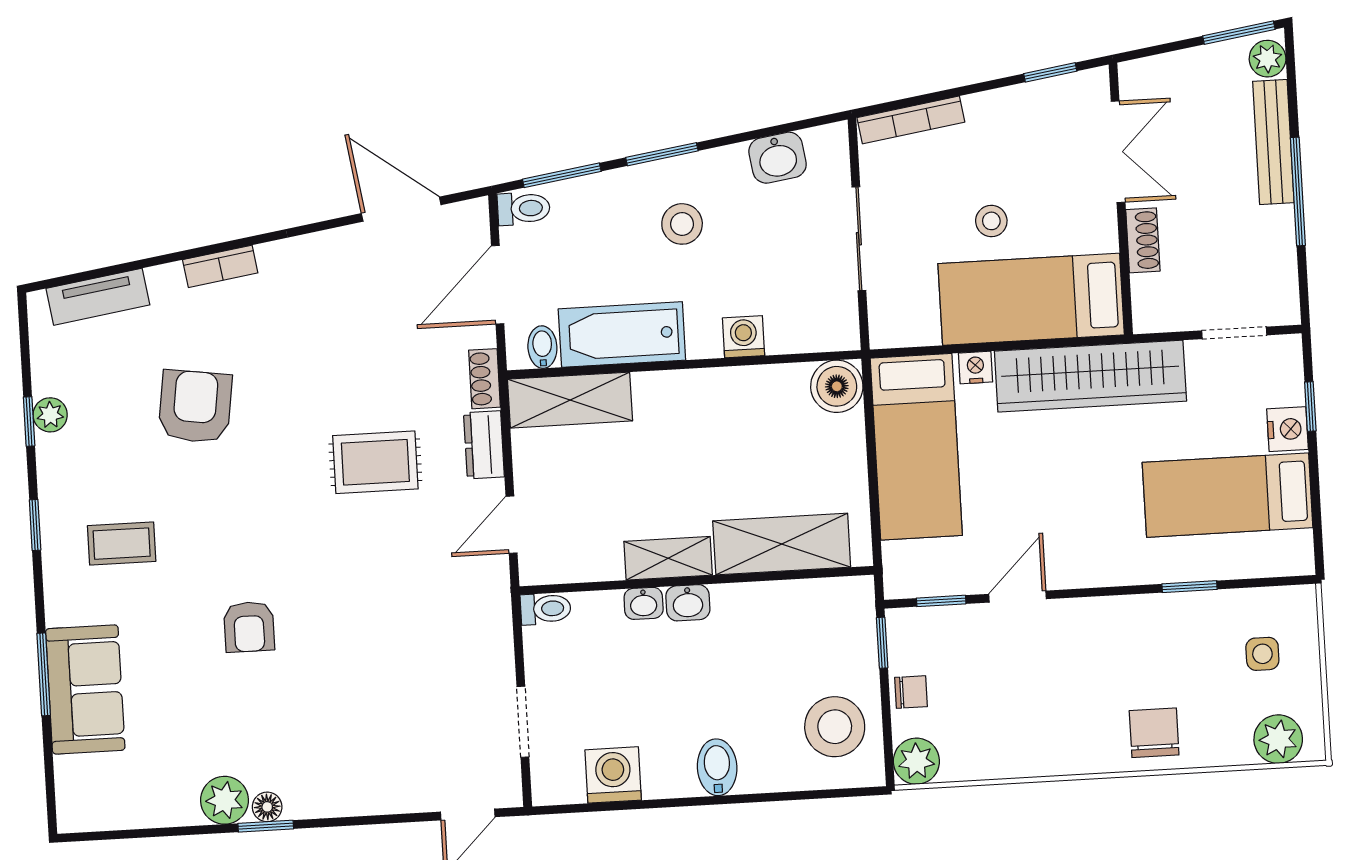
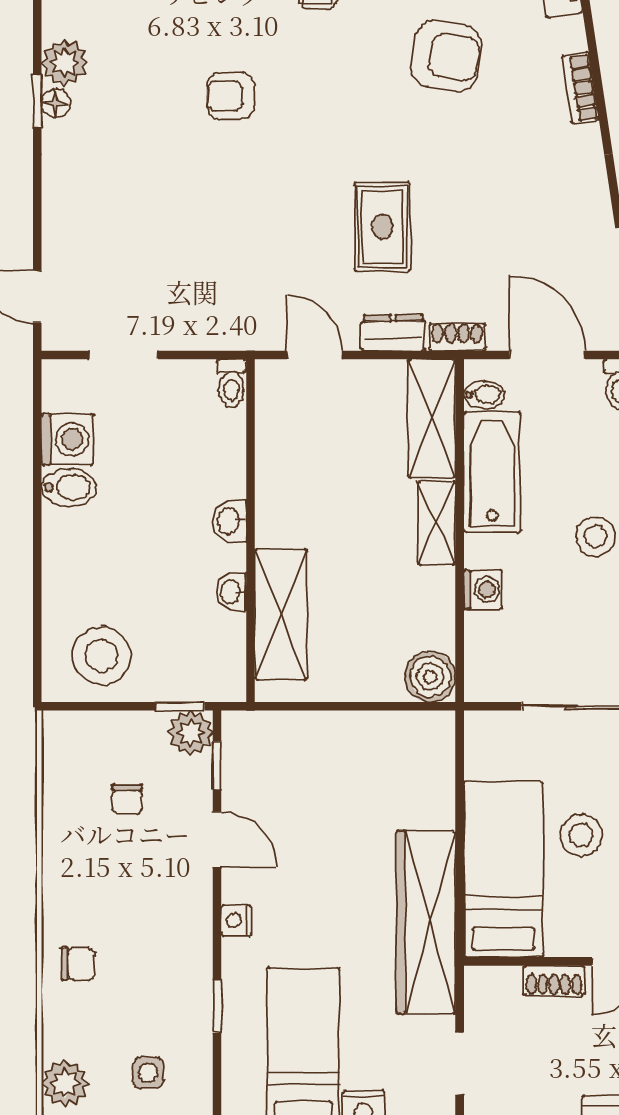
stool: (991, 221) -> (581, 835), width x1.37, depth x1.37
nightstand: (976, 368) -> (236, 920), moved, turned 180
bed: (916, 447) -> (367, 750), removed
shelving: (668, 558) -> (437, 523), moved
washbasin: (644, 603) -> (231, 592), moved
chair: (911, 692) -> (127, 799), moved
chair: (1154, 733) -> (78, 964), width x0.73, depth x0.73
plant: (916, 761) -> (191, 733), moved
bidet: (717, 767) -> (69, 487), moved

